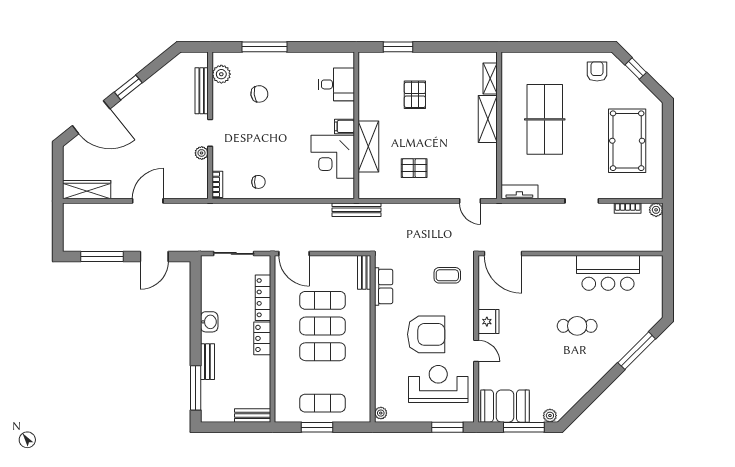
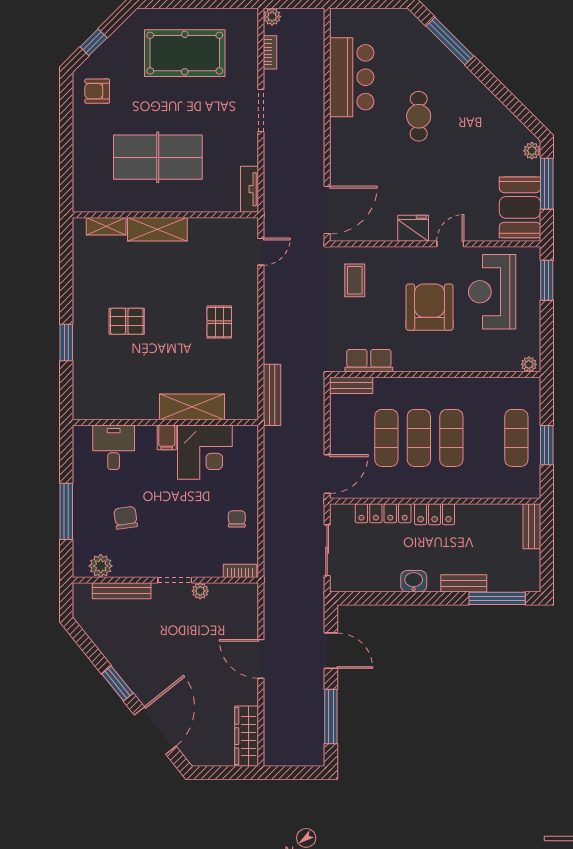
desk: (337, 84) -> (114, 447), moved
wall: (356, 125) -> (165, 422), moved
filing cabinet: (344, 126) -> (167, 437), moved
shelving: (368, 147) -> (192, 407), moved
corner desk: (333, 157) -> (205, 452), moved

